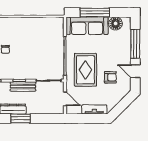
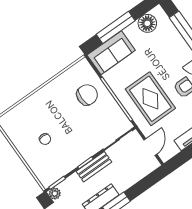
sofa: (87, 26) -> (111, 53), width x0.73
chair: (49, 41) -> (87, 95), added
door: (65, 99) -> (150, 147), hinge flipped

